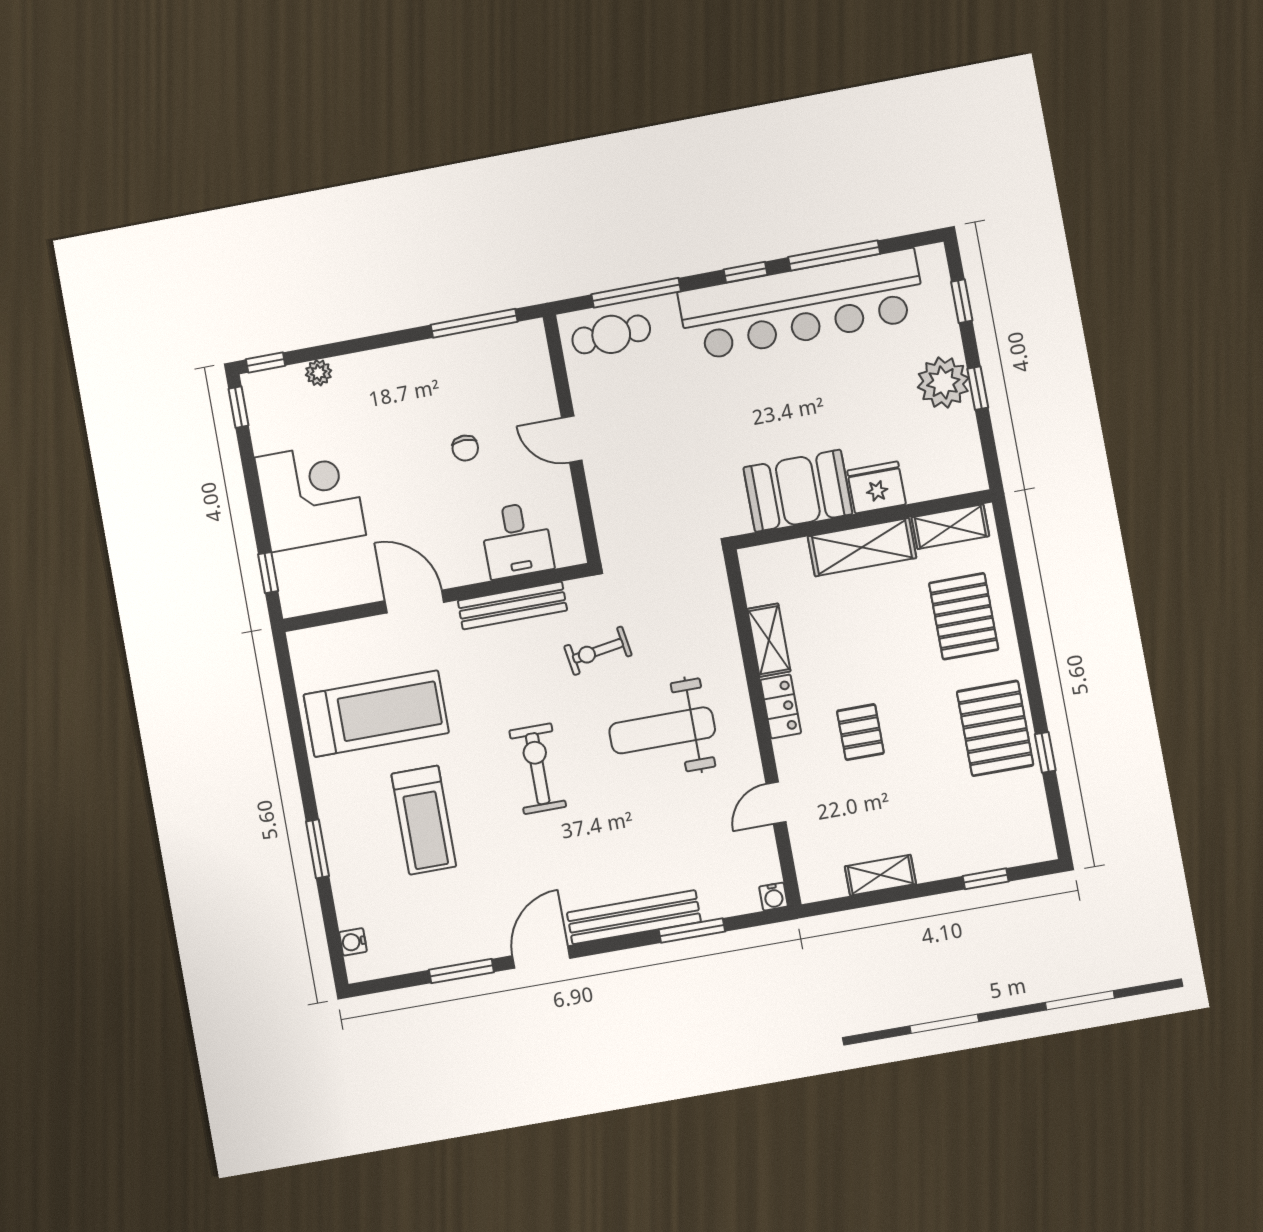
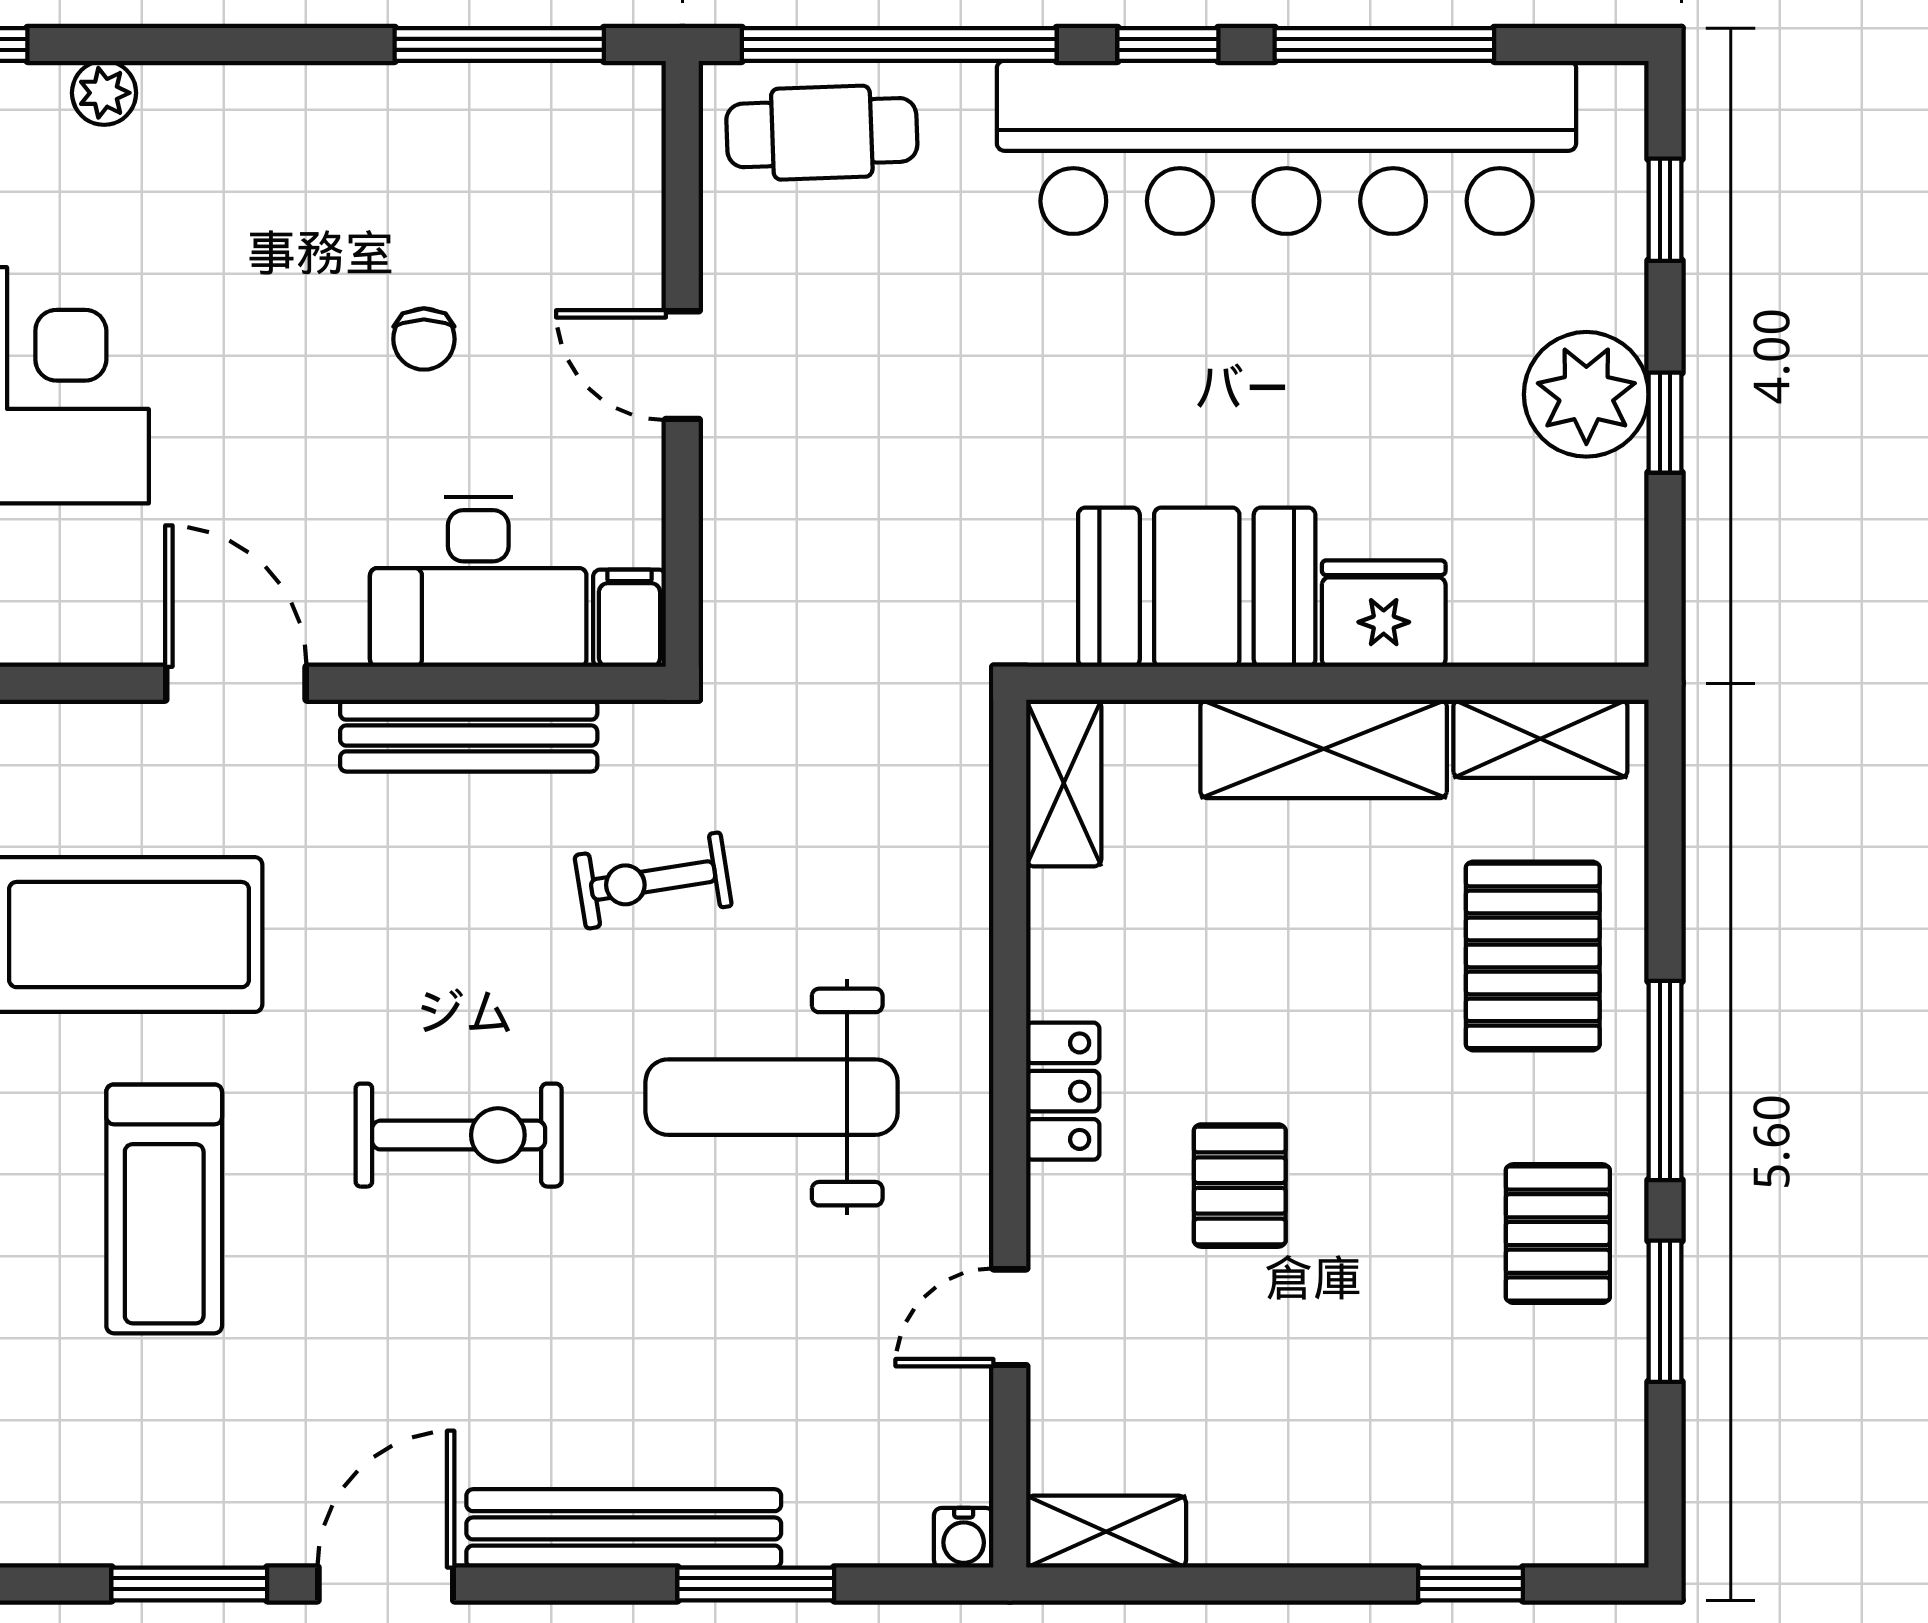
window: (636, 293) -> (899, 44), width x1.46
desk: (517, 540) -> (478, 582), width x1.37
filing cabinet: (569, 546) -> (629, 618), added
shelving: (769, 640) -> (1064, 783), moved
window: (1028, 658) -> (1665, 1081), added
pallet: (995, 728) -> (1558, 1234), width x0.67, depth x0.71
window: (1045, 752) -> (1665, 1311), width x1.50
exercise bike: (538, 769) -> (459, 1135), turned 90
shelving: (880, 875) -> (1106, 1532), moved

